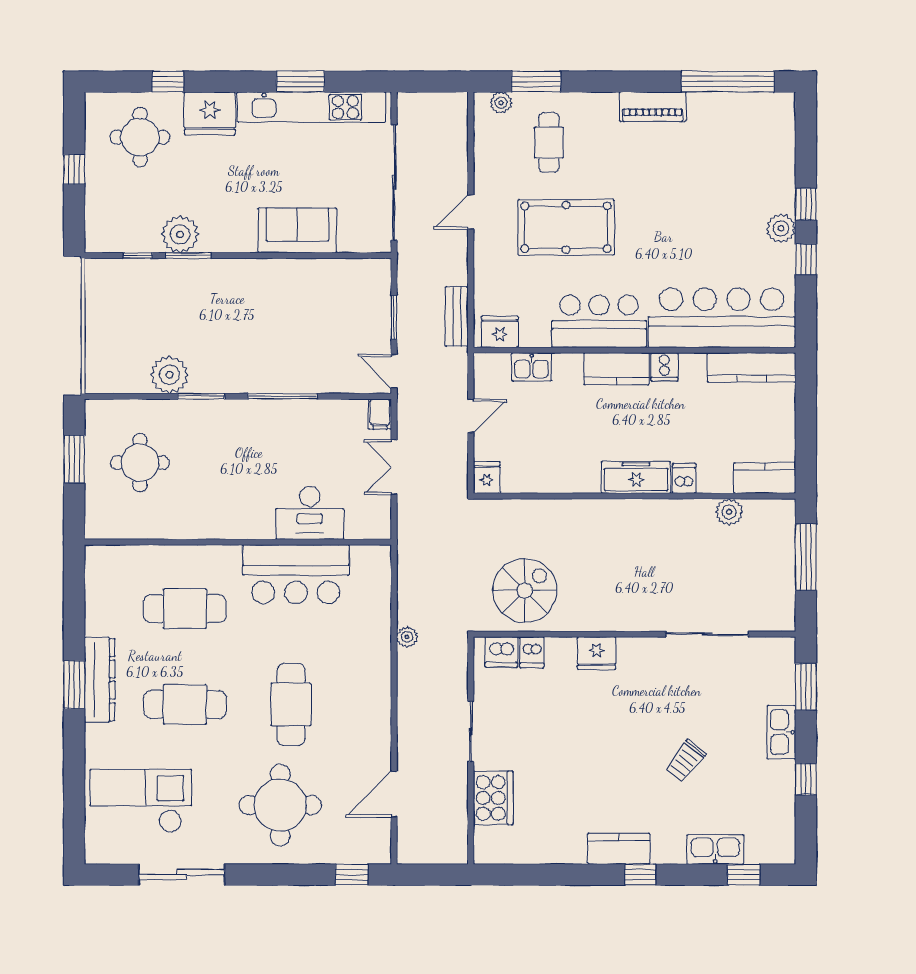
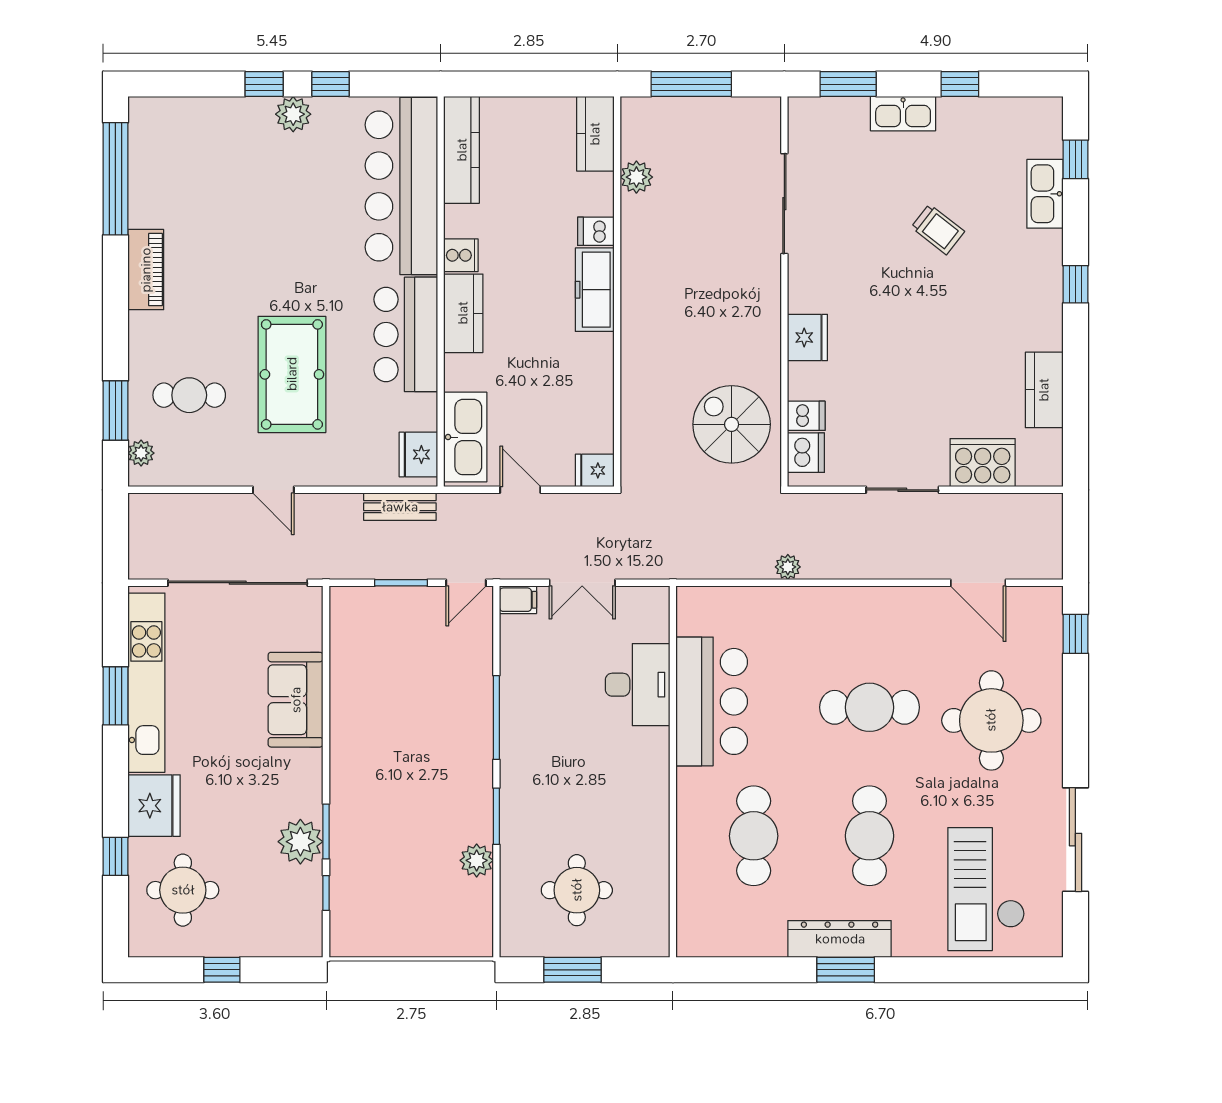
kitchen sink: (532, 367) -> (465, 437), width x1.88, depth x1.24
plant: (169, 375) -> (477, 860), width x0.73, depth x0.73
kitchen counter: (619, 849) -> (1044, 390), moved

